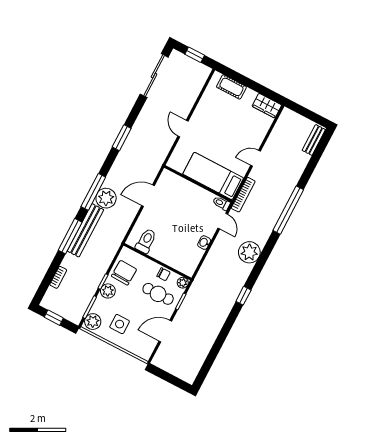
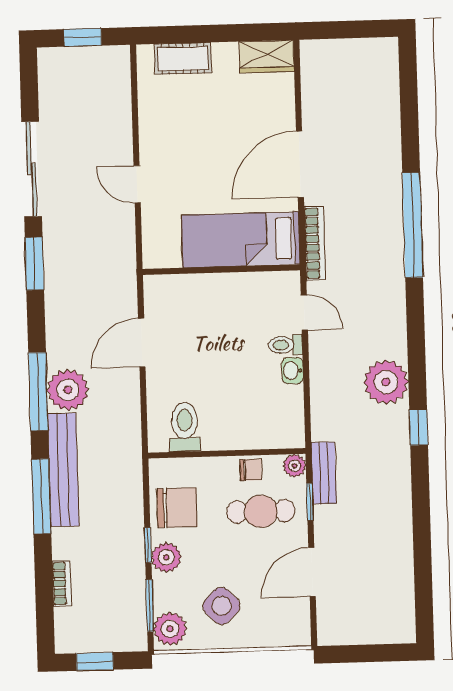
sliding door: (154, 76) -> (32, 169), moved
bench: (314, 140) -> (324, 473), moved
door: (256, 158) -> (300, 164), width x1.88
toilet: (221, 203) -> (285, 345), moved
plant: (249, 252) -> (386, 382), moved
chair: (124, 273) -> (177, 508), turned 88
side table: (120, 324) -> (221, 606), turned 45

